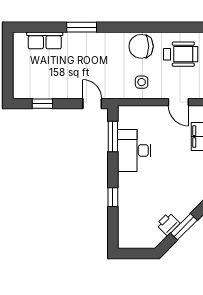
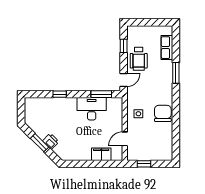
wheelchair: (181, 54) -> (139, 59), moved
printer: (168, 224) -> (51, 141), moved

